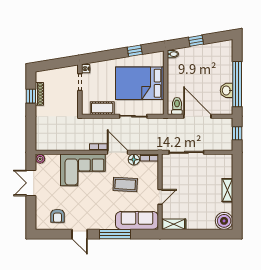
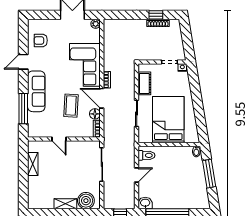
window: (196, 41) -> (209, 174), width x2.17
window: (135, 51) -> (199, 115), removed
washbasin: (227, 90) -> (145, 203), moved
door: (197, 116) -> (137, 175), width x0.53
door: (118, 152) -> (102, 98), swing flipped
sofa: (137, 220) -> (36, 91), moved
boiler: (224, 221) -> (86, 201), moved
shelving: (174, 224) -> (33, 164), moved
window: (115, 234) -> (23, 109), moved

